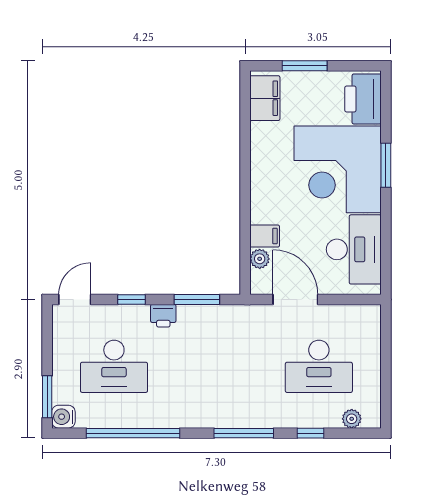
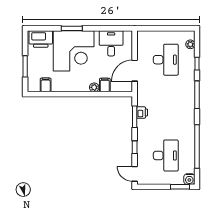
filing cabinet: (265, 98) -> (46, 85), width x0.50
desk: (354, 249) -> (111, 43), width x0.73
plant: (260, 259) -> (94, 87), moved
printer: (163, 316) -> (142, 112), moved

